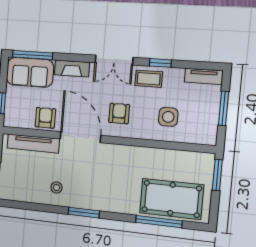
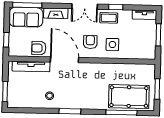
side table: (168, 117) -> (112, 45), moved
armchair: (45, 118) -> (39, 48), turned -90
window: (217, 175) -> (157, 89), moved

